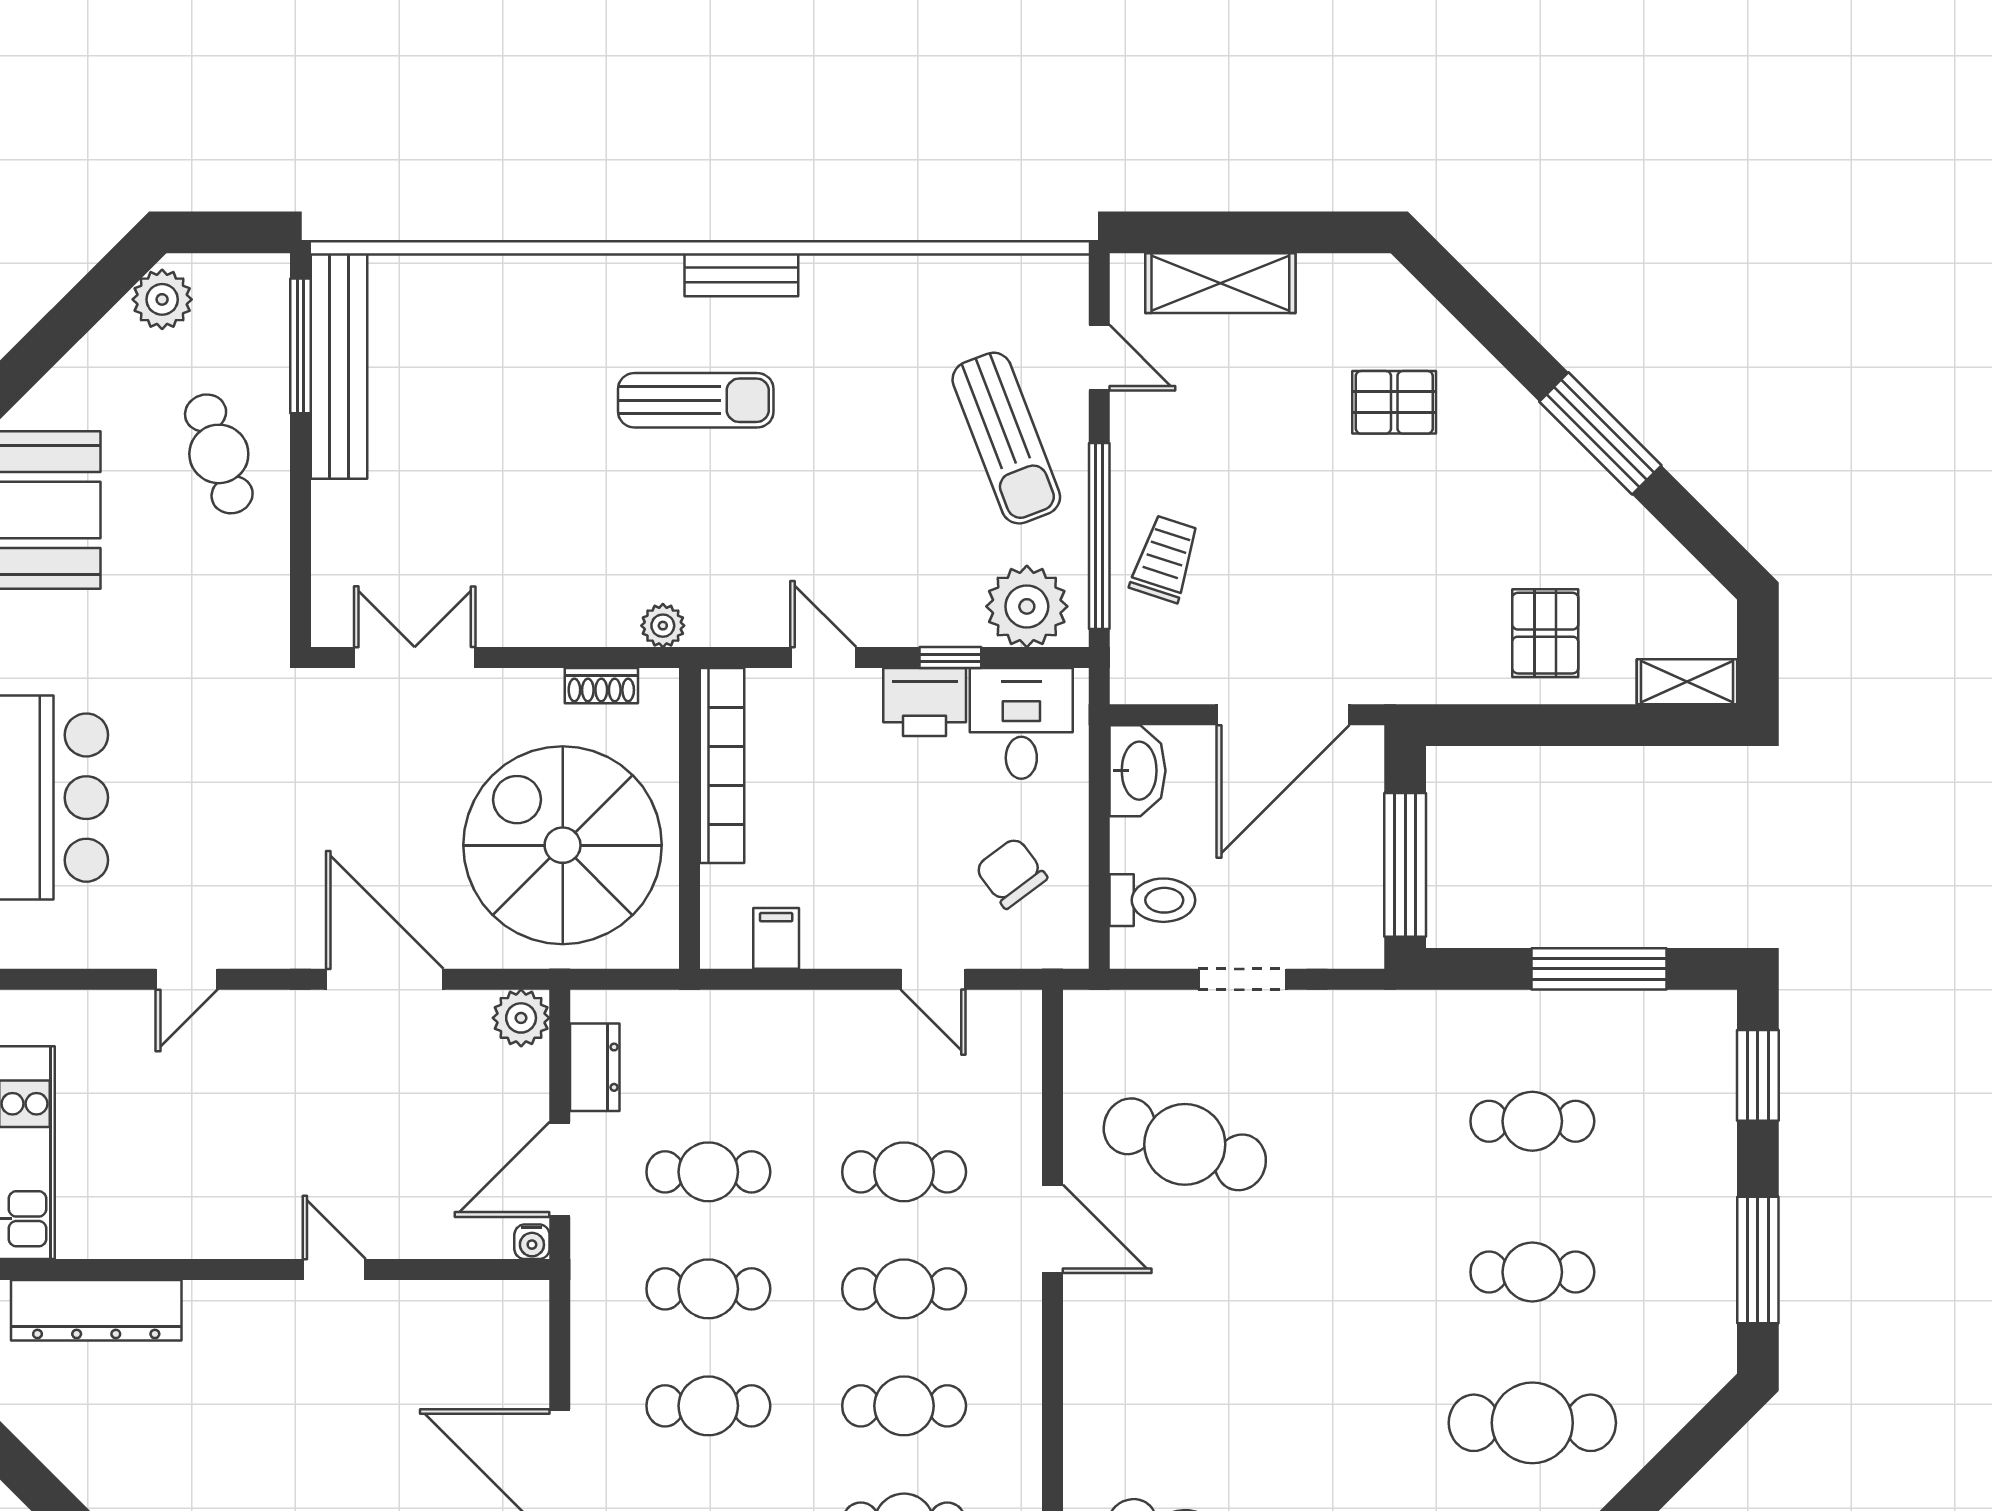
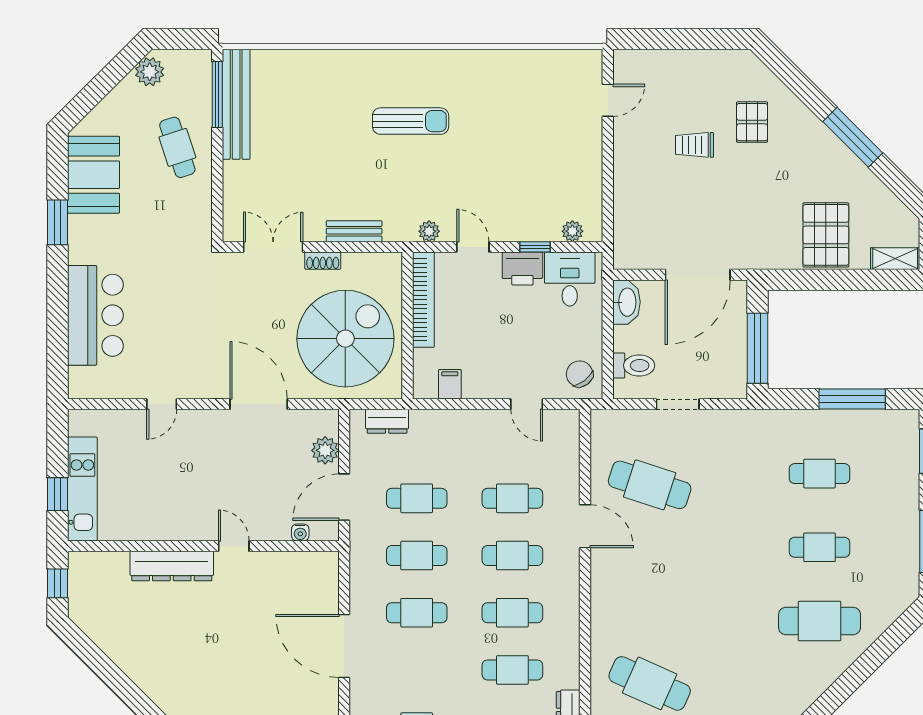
bench: (741, 275) -> (354, 231), moved
shelving: (1220, 283) -> (667, 64), removed
door: (1099, 358) -> (608, 100), hinge flipped
pallet: (1394, 402) -> (752, 122), turned 90
sun lounger: (1006, 438) -> (562, 140), removed
window: (1099, 536) -> (608, 187), removed
trolley: (1165, 559) -> (694, 145), moved, turned -108
plant: (1027, 606) -> (572, 231), width x0.53, depth x0.53
plant: (663, 626) -> (429, 231), moved
pallet: (1545, 633) -> (826, 235), width x1.50, depth x1.42
shoe rack: (601, 686) -> (323, 261), moved
spiral stairs: (563, 845) -> (345, 339), turned 90
chair: (1011, 873) -> (580, 374), moved
plant: (521, 1018) -> (325, 450), moved
dresser: (595, 1067) -> (387, 421), moved, turned 90
water cooler: (532, 1242) -> (300, 532), moved
dresser: (96, 1310) -> (172, 566), moved

